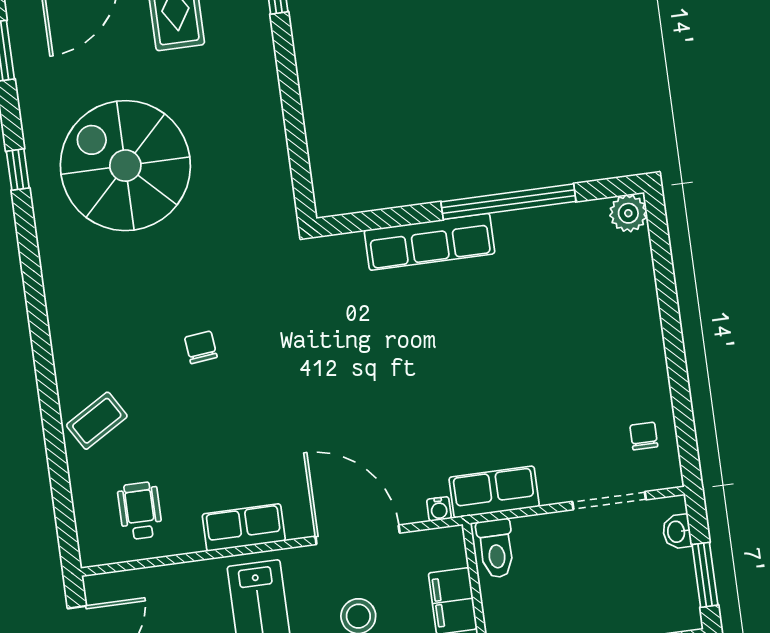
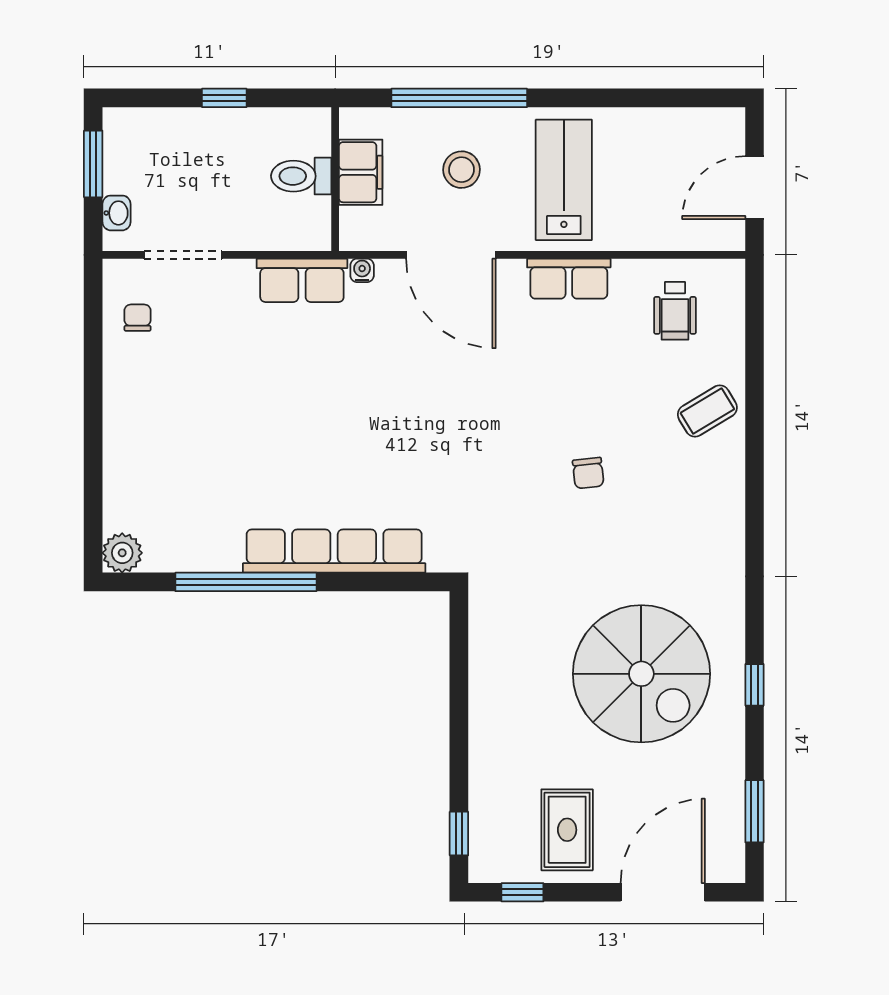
row of seats: (430, 242) -> (334, 551), width x1.36
chair: (644, 436) -> (138, 318), turned 180
toilet: (496, 548) -> (301, 176), moved, turned -90

